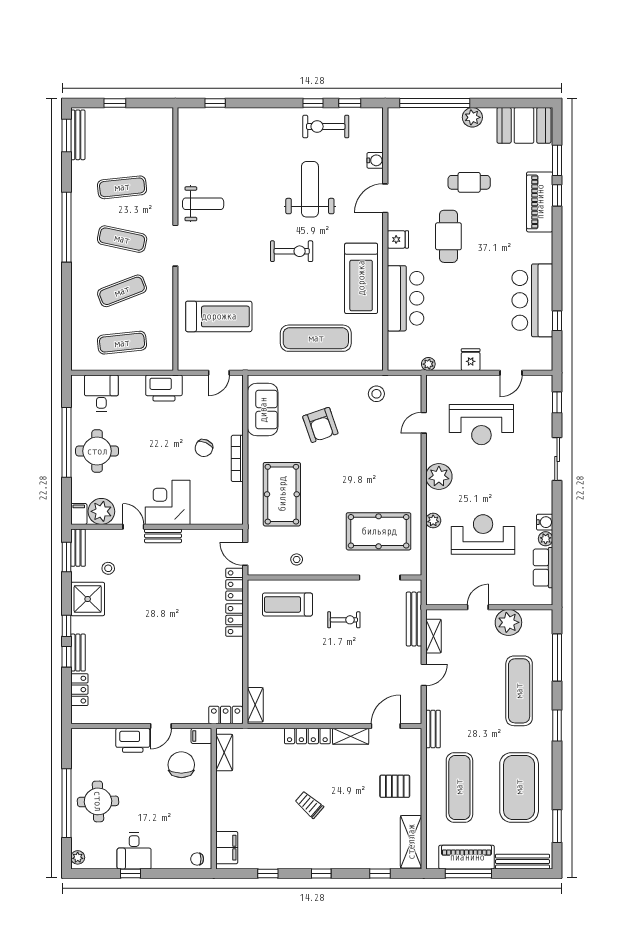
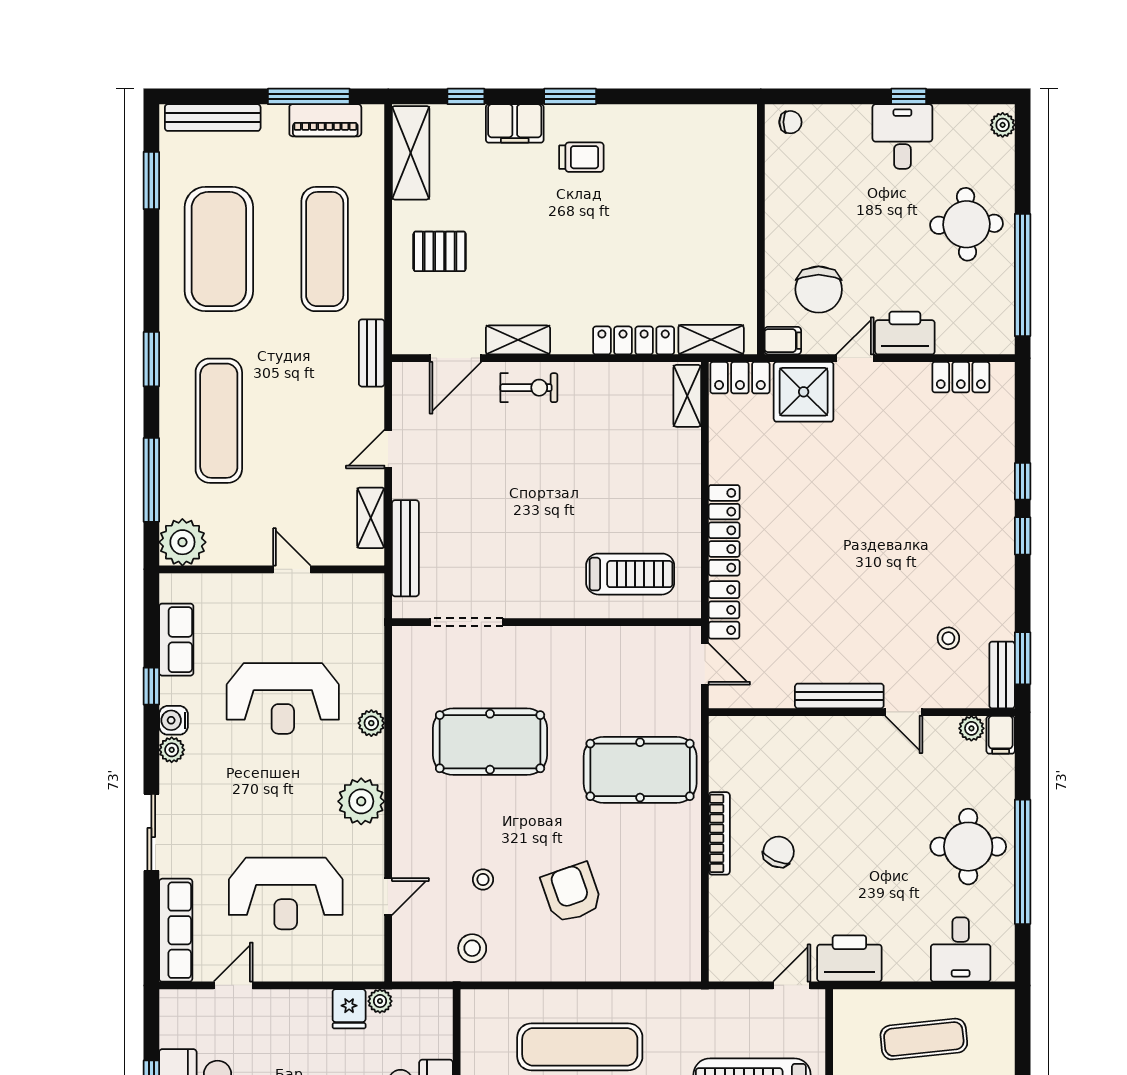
fridge: (471, 360) -> (349, 1009), moved
door: (219, 373) -> (792, 985), moved
window: (557, 402) -> (151, 686), moved
row of seats: (543, 404) -> (176, 930), added
sofa: (263, 410) -> (674, 920), removed
reception desk: (481, 425) -> (286, 893), turned 180
pool table: (282, 494) -> (640, 770), turned 90
corner desk: (168, 502) -> (843, 755), removed
plant: (101, 511) -> (971, 728), width x0.53, depth x0.53
pool table: (379, 531) -> (490, 742), moved
bench: (163, 536) -> (839, 696), width x1.36
plant: (546, 539) -> (172, 750), moved
stool: (297, 559) -> (483, 879), moved
shower: (88, 599) -> (804, 392), moved
door: (478, 607) -> (292, 569), swing flipped
locker: (235, 620) -> (724, 530), width x1.53
exercise bike: (344, 620) -> (529, 388), moved, turned 180
plant: (508, 622) -> (182, 542), moved
bench: (78, 653) -> (1002, 489), removed
locker: (79, 690) -> (961, 377), moved, turned -90
locker: (307, 736) -> (634, 340), moved
shelving: (224, 753) -> (711, 340), moved, turned 90
window: (66, 803) -> (1023, 275), moved
trolley: (309, 805) -> (581, 157), moved, turned -41
filing cabinet: (227, 848) -> (515, 123), moved, turned -90
piano: (467, 857) -> (325, 120), width x0.73, depth x0.75
window: (268, 873) -> (665, 96), removed
window: (321, 873) -> (570, 96), width x1.50

